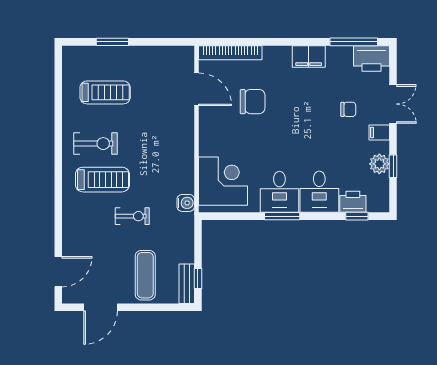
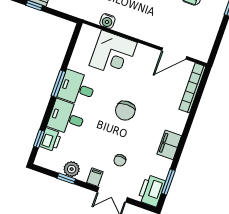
window: (354, 42) -> (168, 182), width x0.69
chair: (253, 102) -> (125, 111), moved
corner desk: (223, 181) -> (113, 54), moved
water cooler: (186, 203) -> (107, 21), moved

